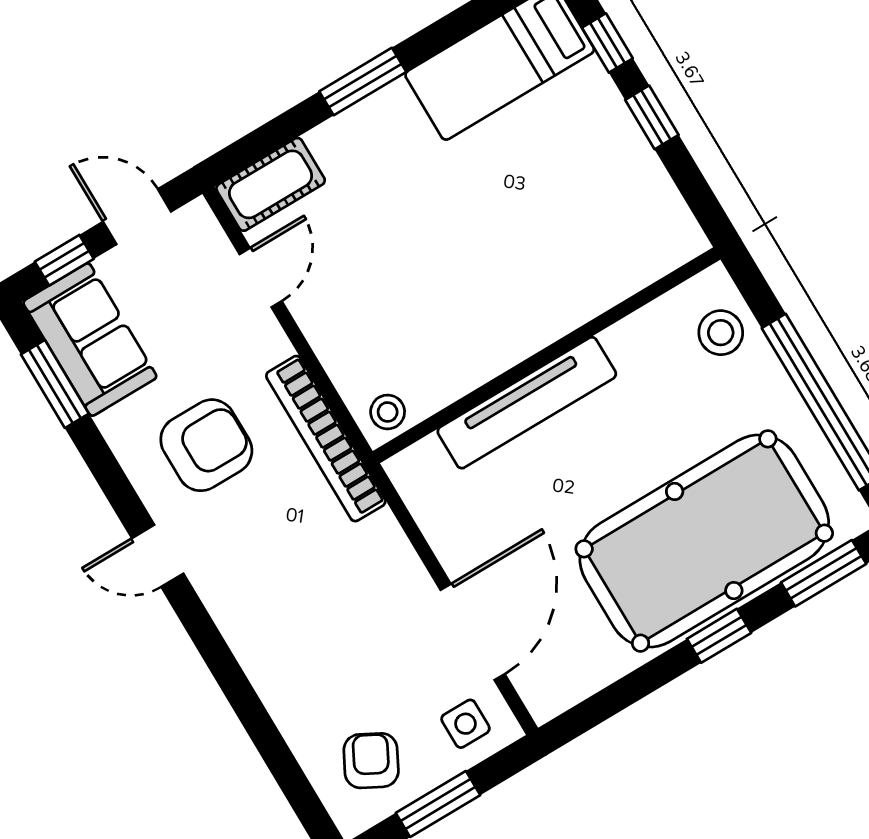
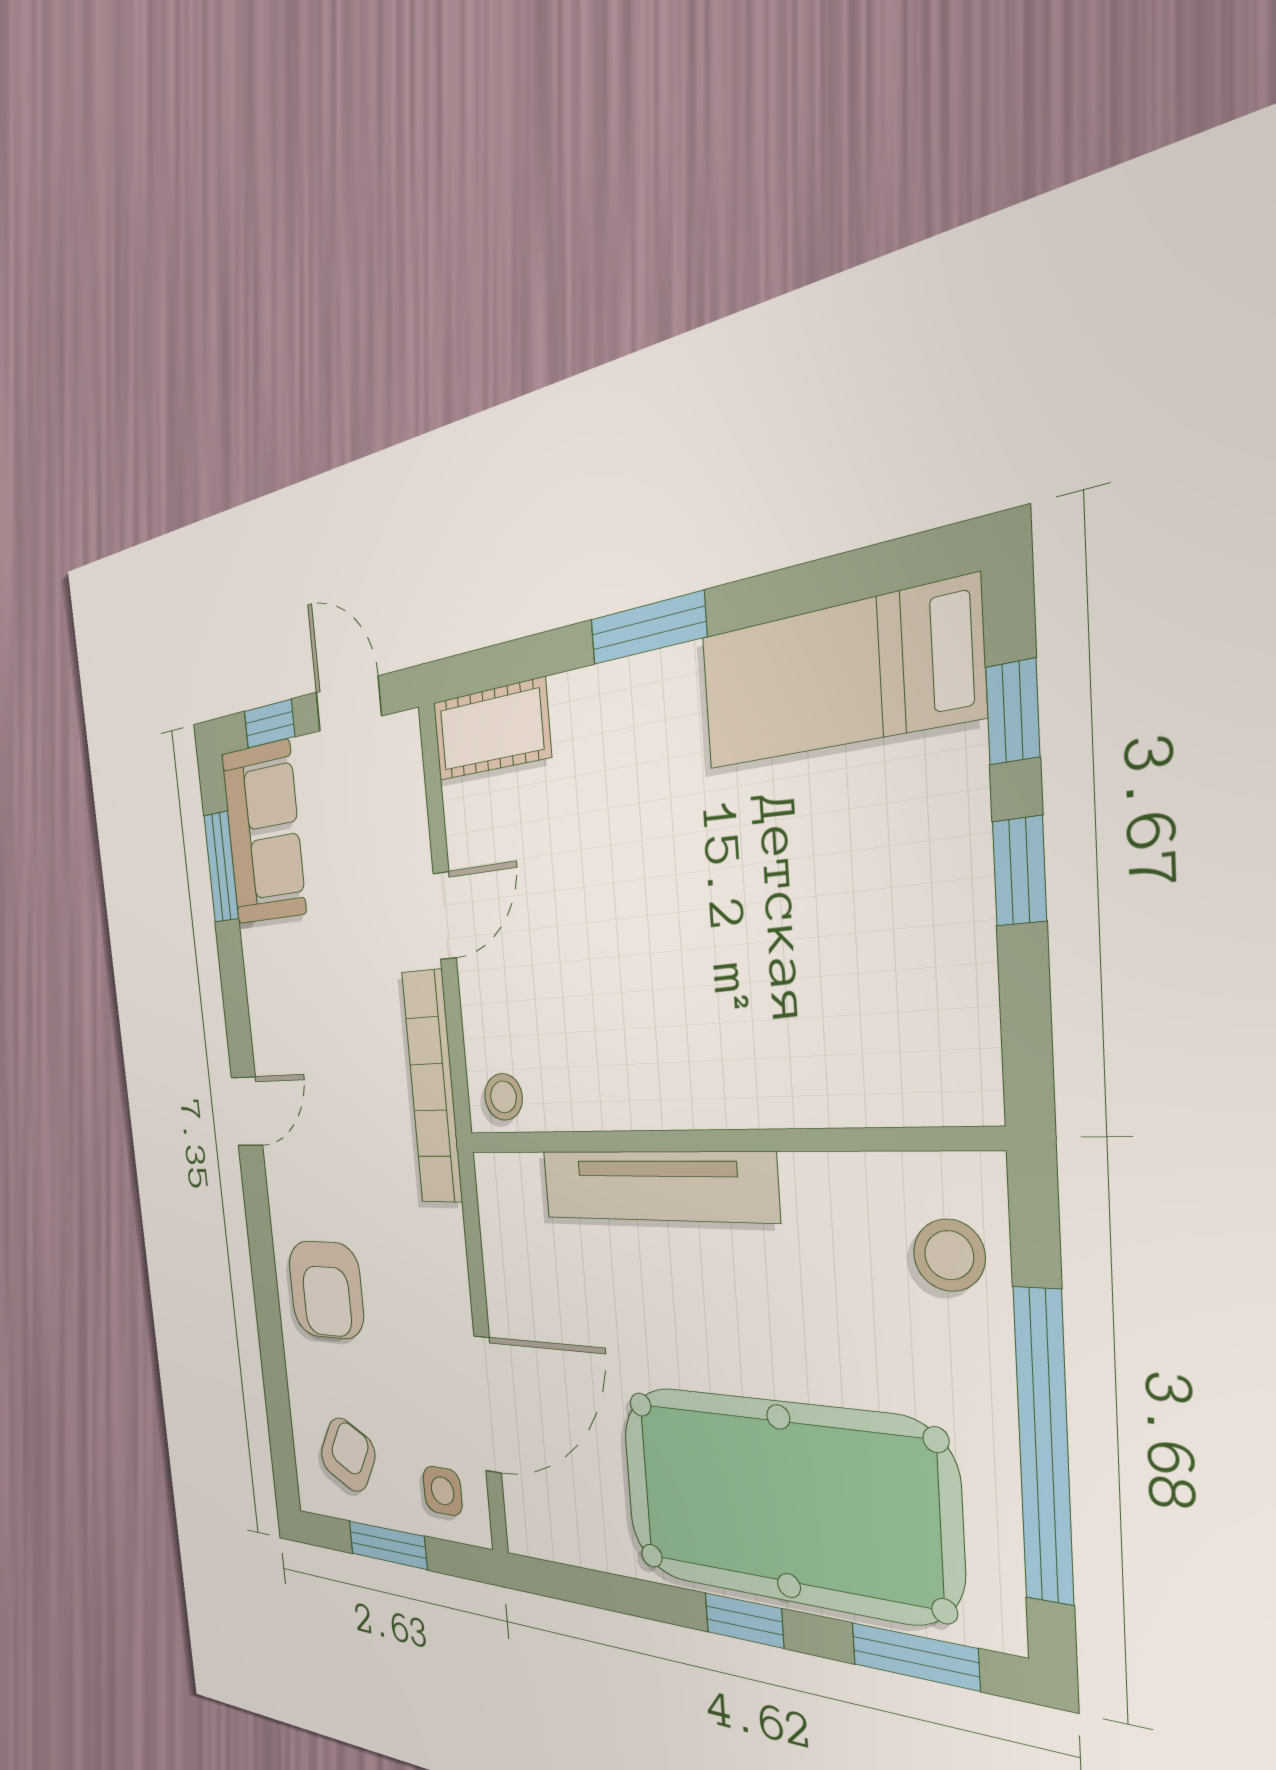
door: (261, 278) -> (445, 916), moved
armchair: (206, 445) -> (326, 1290), moved, turned 90
door: (158, 556) -> (247, 1111), swing flipped

